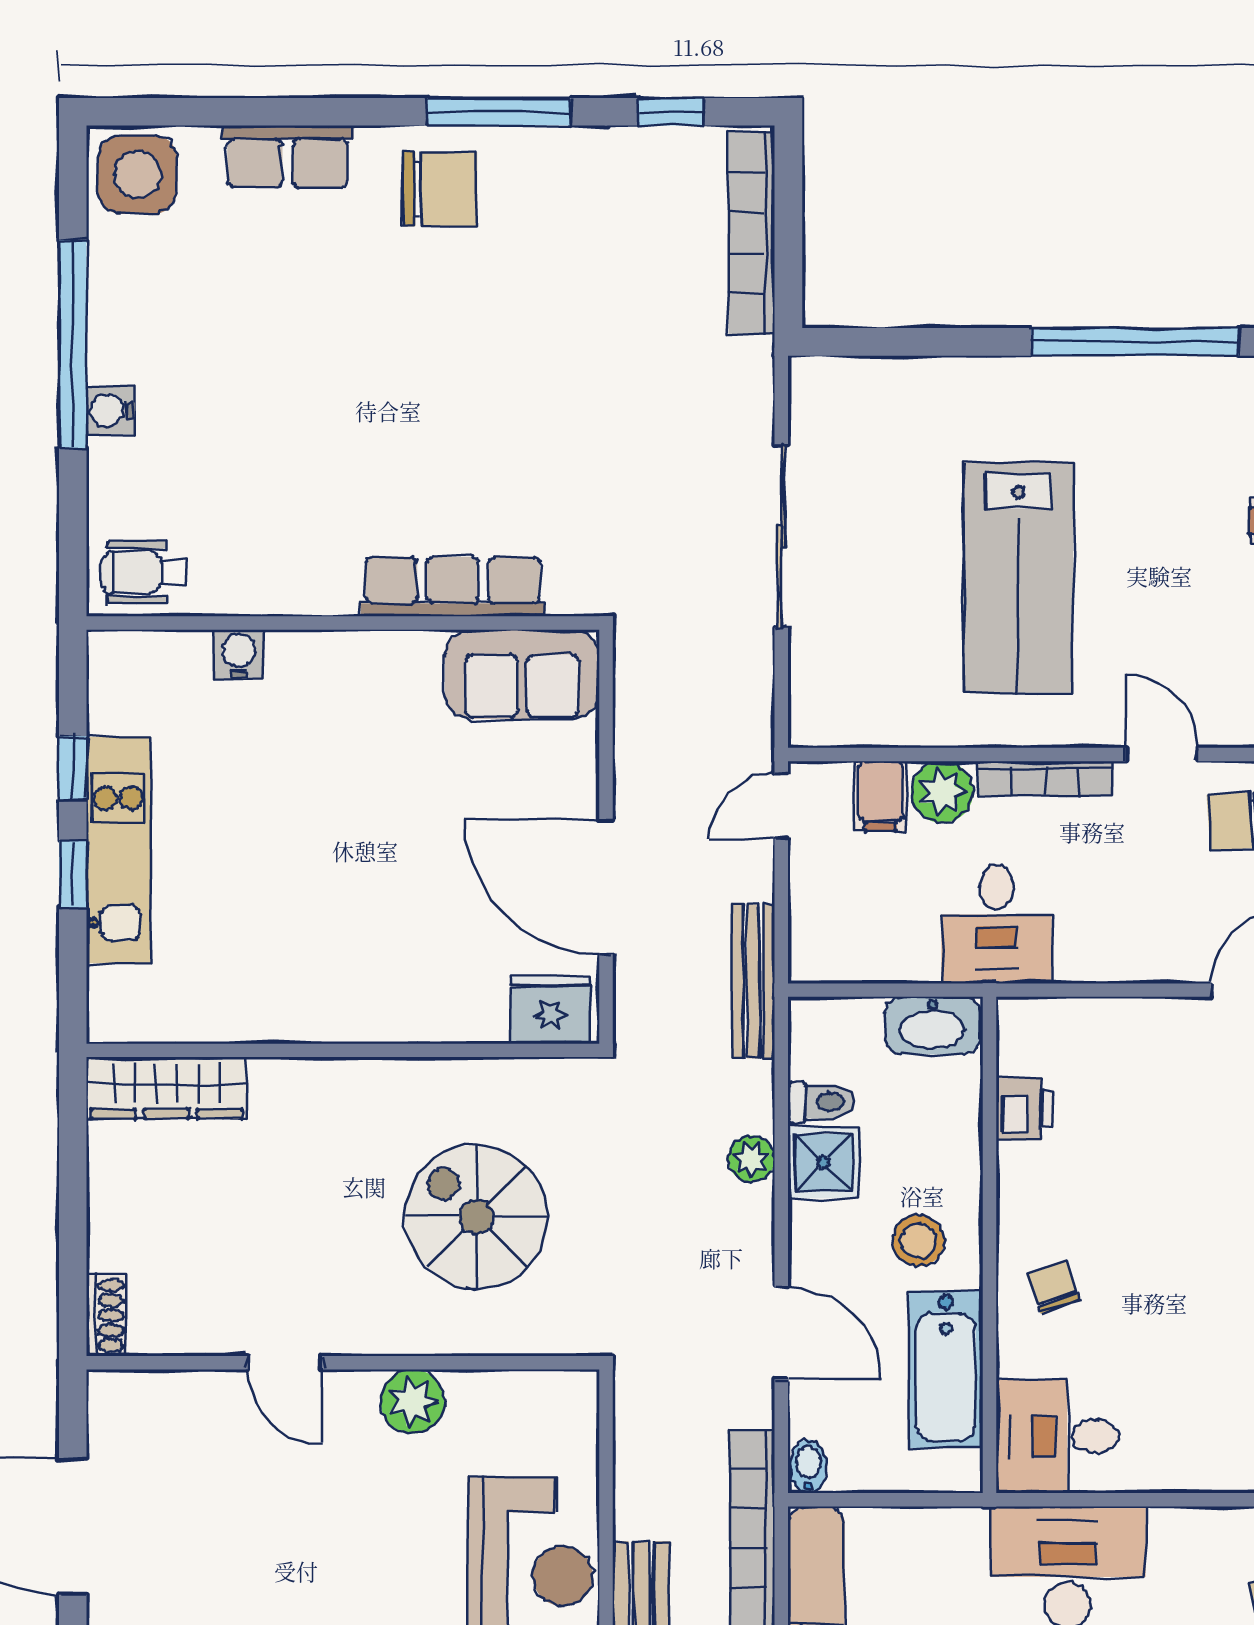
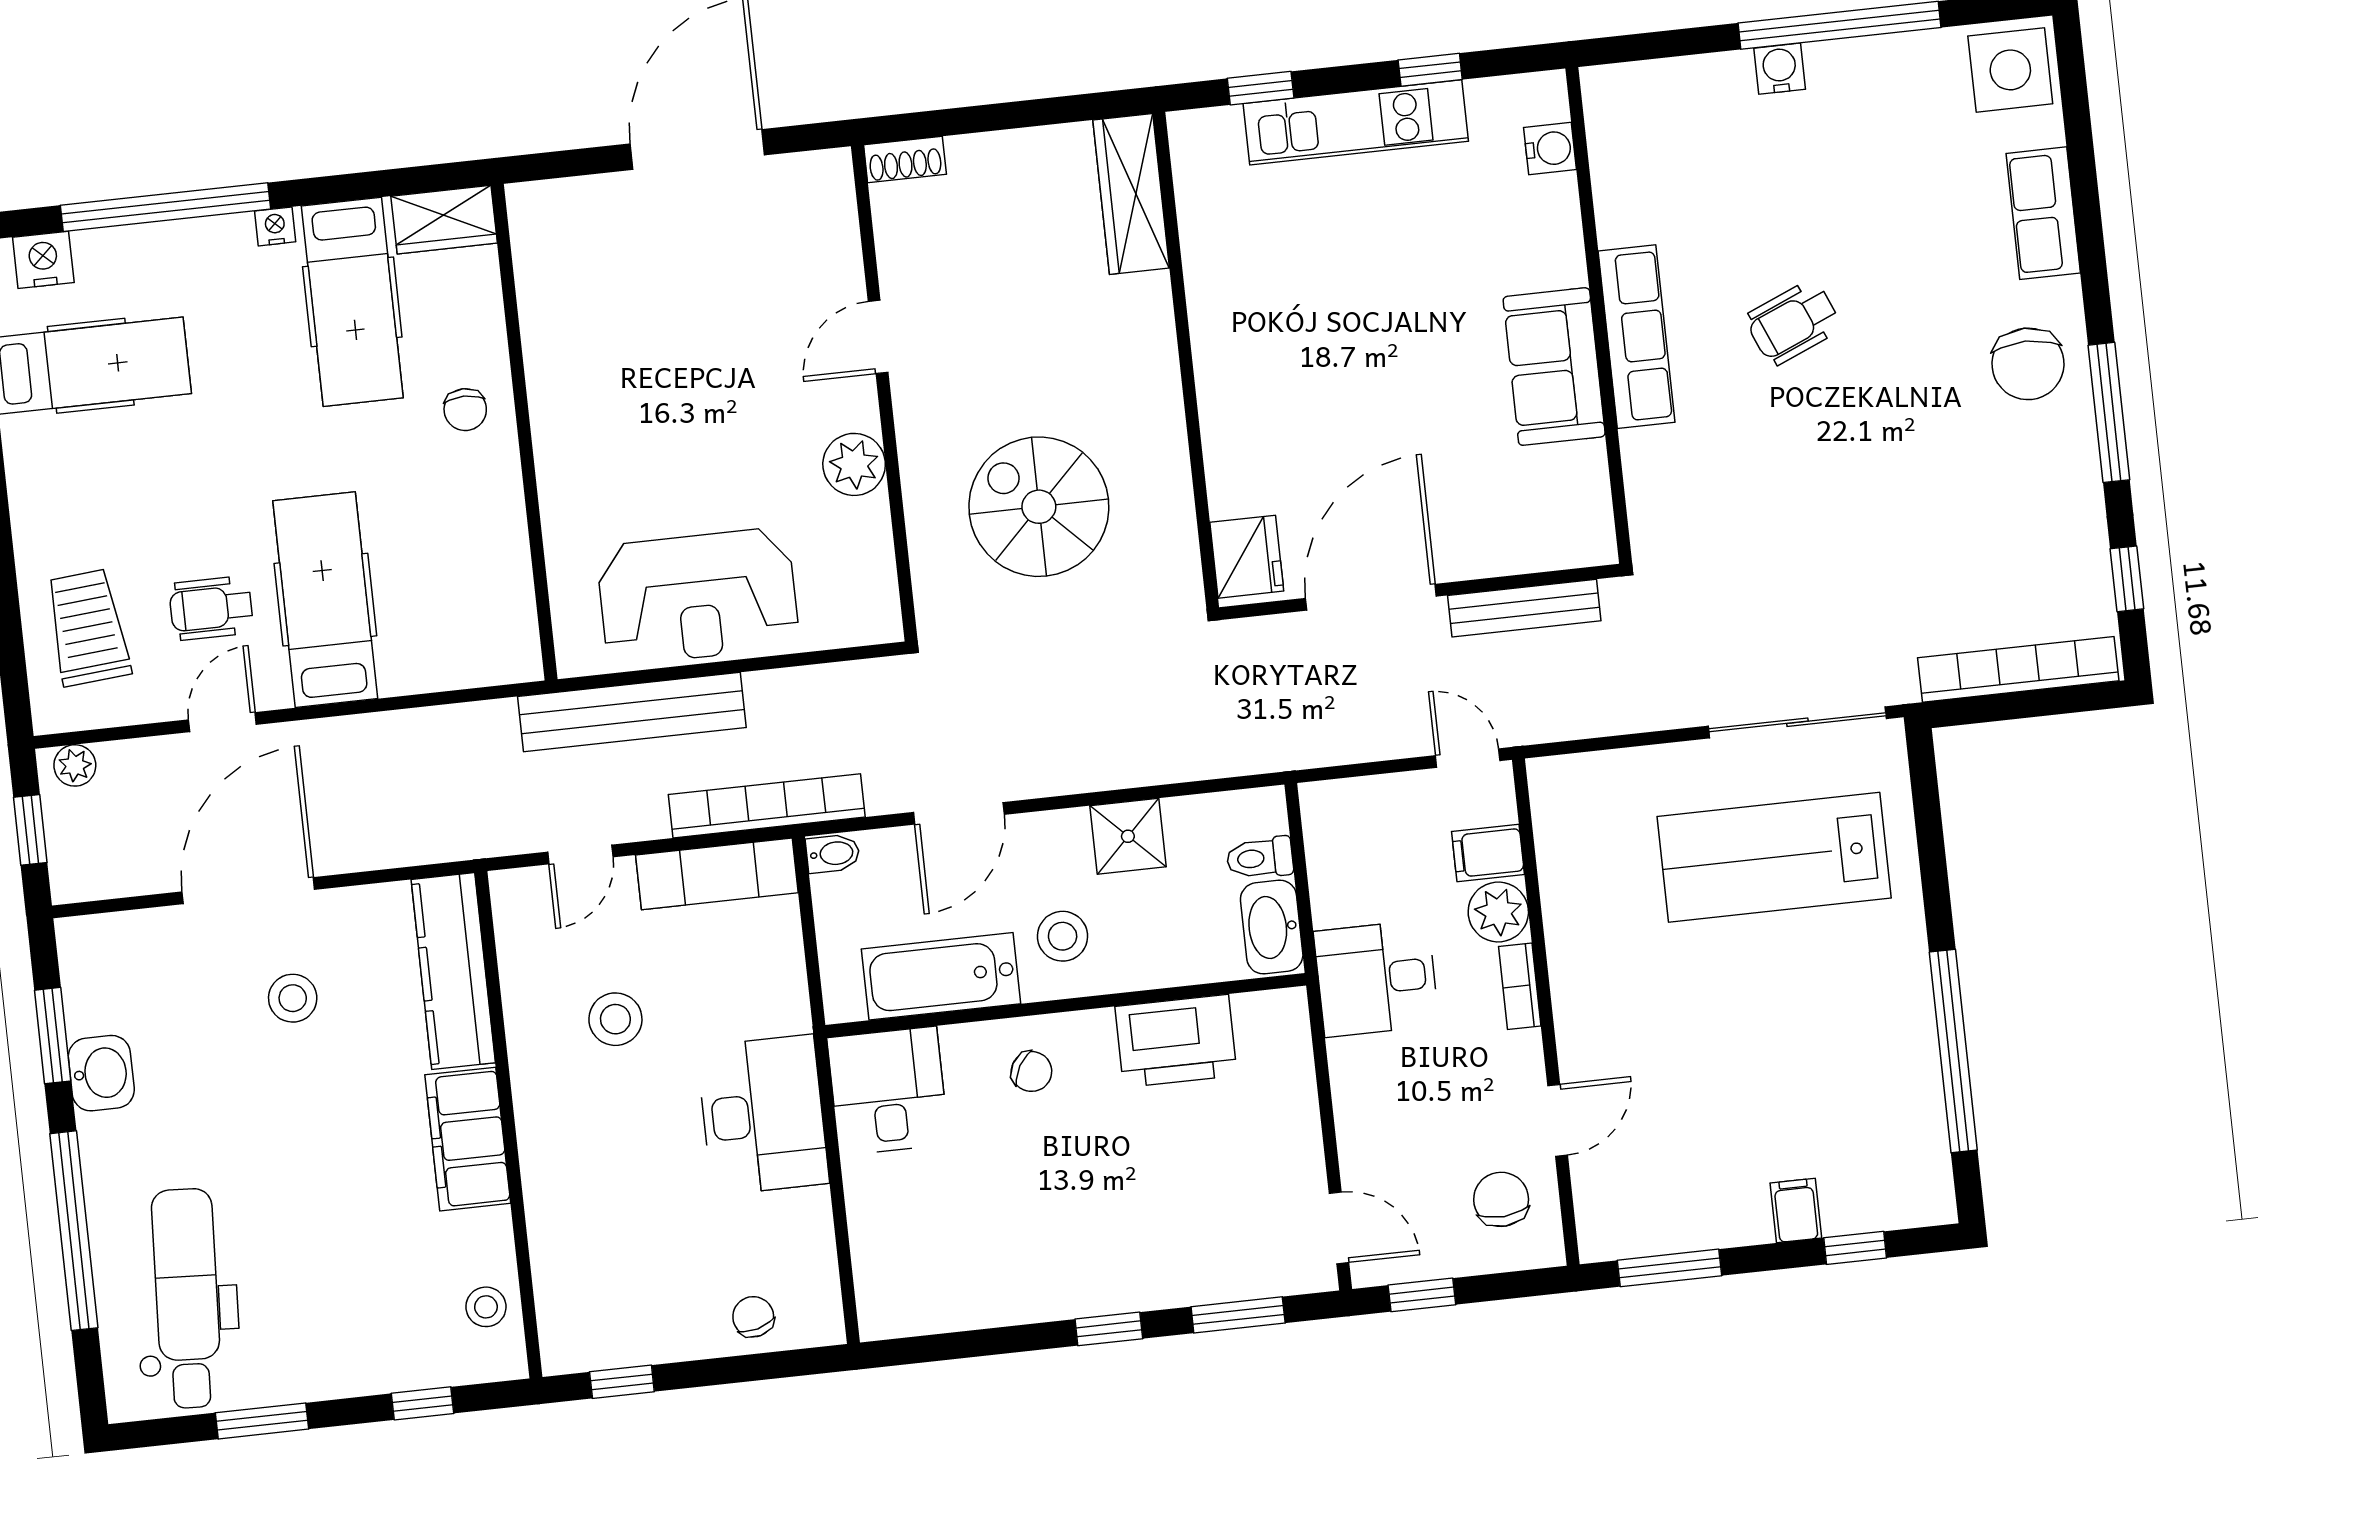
sliding door: (781, 536) -> (1797, 722), moved
wheelchair: (144, 572) -> (1793, 322), moved, turned -113
lab bench: (1018, 578) -> (1774, 857), moved
row of seats: (453, 587) -> (1636, 337), moved
water cooler: (239, 654) -> (1550, 149), moved
sofa: (522, 674) -> (1554, 367), moved
bookcase: (1045, 778) -> (1520, 986), width x0.64
window: (73, 874) -> (1261, 88), moved
bench: (753, 981) -> (1524, 608), moved
toilet: (821, 1102) -> (1260, 858), moved, turned 90
printer: (1025, 1109) -> (1176, 1041), width x1.87, depth x1.48
plant: (752, 1159) -> (1124, 766), removed
spiral stairs: (476, 1217) -> (1039, 507), turned -90
chair: (1053, 1287) -> (1031, 1071), turned 49

